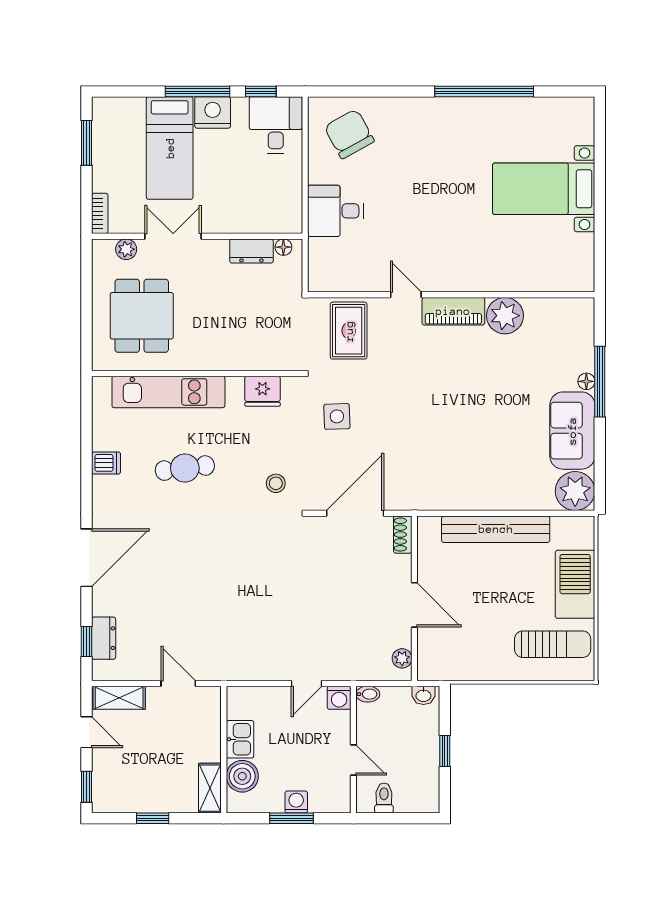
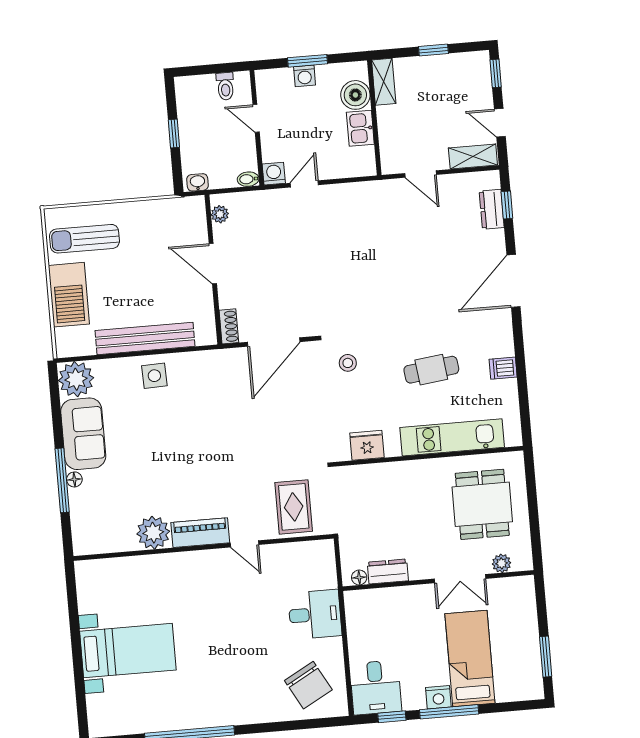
nightstand: (213, 112) -> (438, 697), width x0.74, depth x0.75
bookcase: (100, 213) -> (528, 594), removed
side table: (337, 416) -> (154, 376), moved

